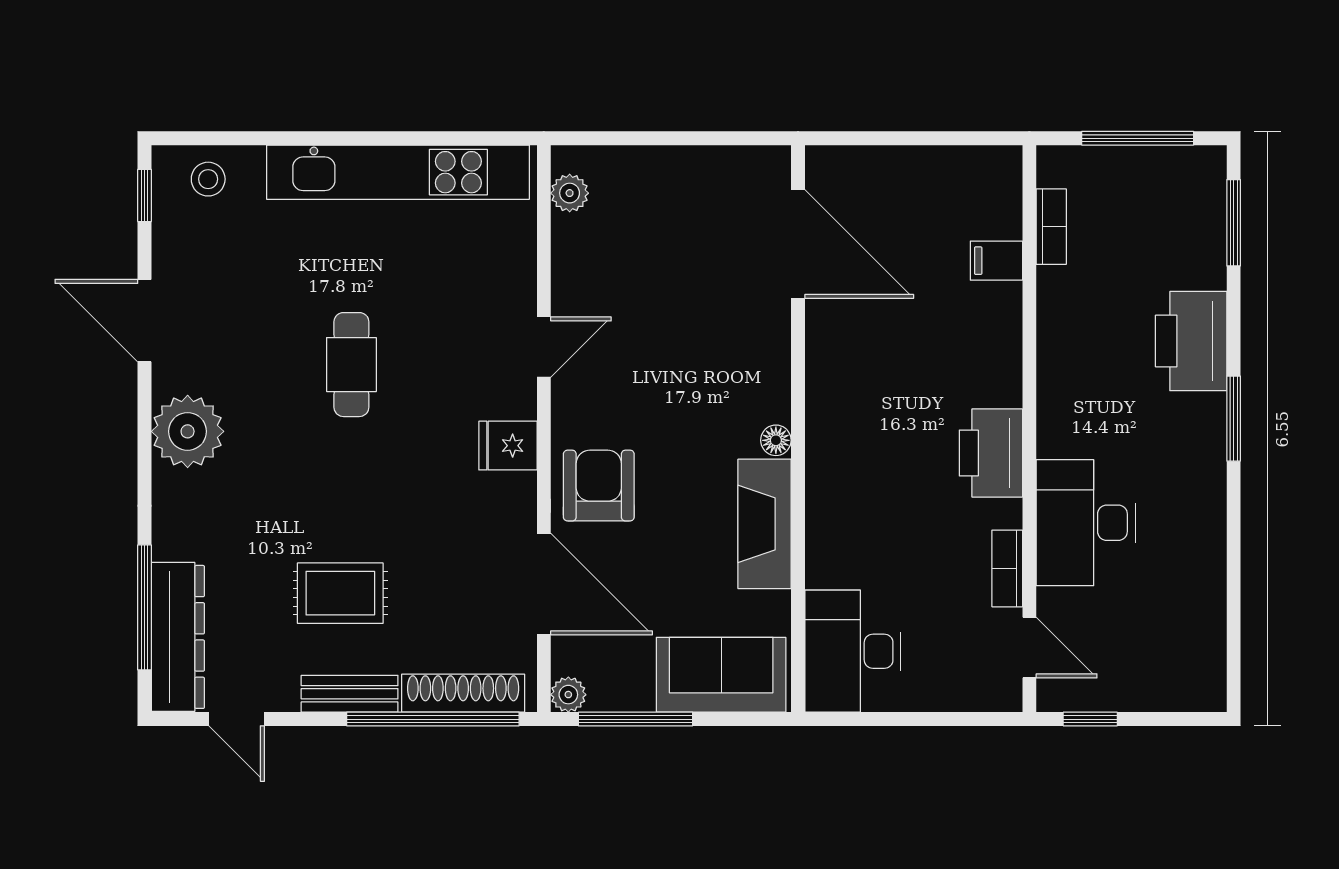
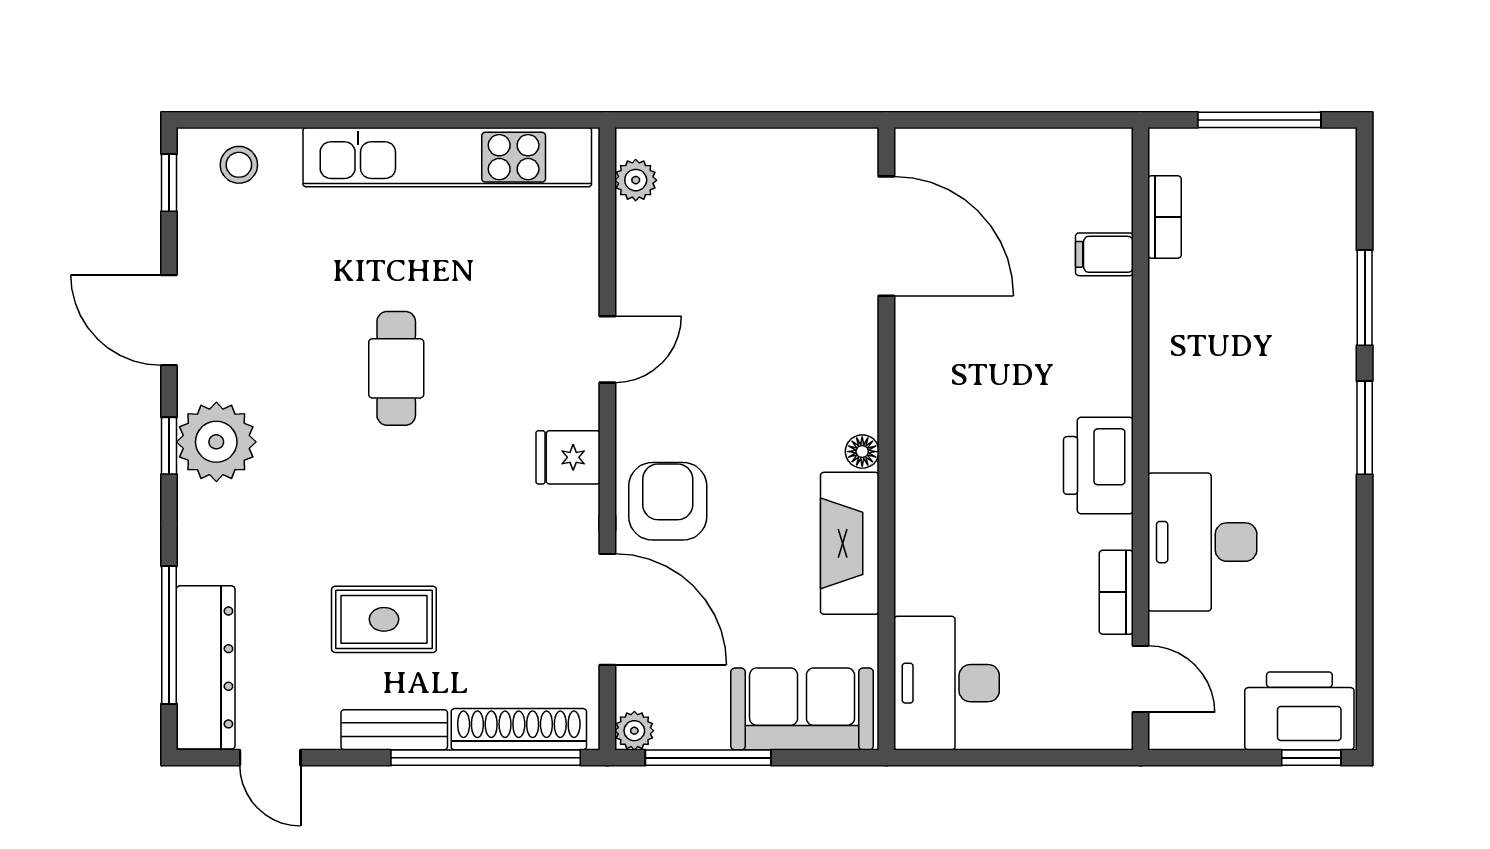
window: (1234, 223) -> (1365, 298), moved
printer: (1191, 341) -> (1299, 711), moved, turned 90
window: (144, 435) -> (169, 446), added
window: (1090, 719) -> (1311, 758), moved

